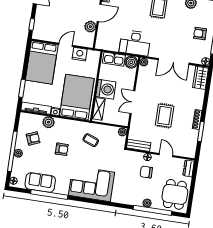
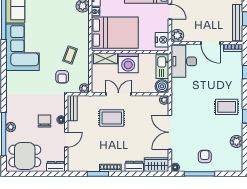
plant: (90, 27) -> (177, 36), moved
desk: (135, 43) -> (184, 61), moved
nightstand: (80, 54) -> (162, 40), moved
dresser: (199, 98) -> (134, 166), added
rug: (165, 116) -> (112, 118), moved
armchair: (62, 149) -> (62, 77), moved
corner sofa: (92, 184) -> (23, 47), moved

